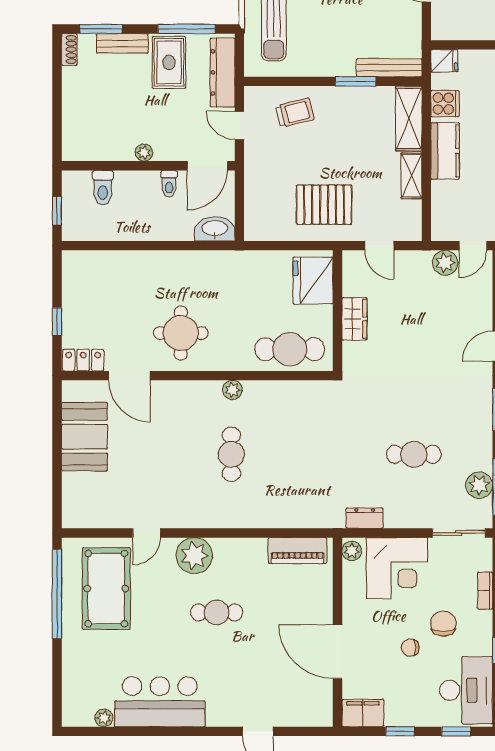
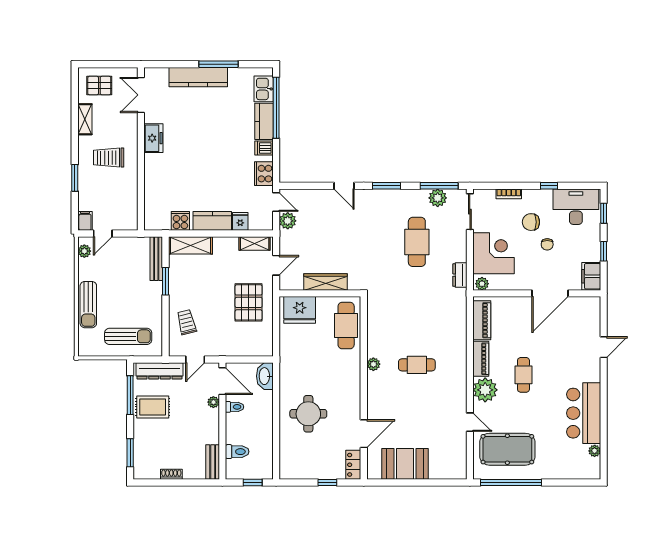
bench: (122, 43) -> (213, 462), moved
shoe rack: (69, 49) -> (171, 474), moved
fridge: (444, 61) -> (240, 221), moved
plant: (144, 153) -> (213, 402), moved
shelving: (412, 176) -> (255, 243), moved
wardrobe: (354, 319) -> (326, 282), width x1.50
round table: (181, 333) -> (308, 414), moved
cafe table: (414, 454) -> (417, 242), width x1.37, depth x1.35
piano: (240, 549) -> (481, 359), added

